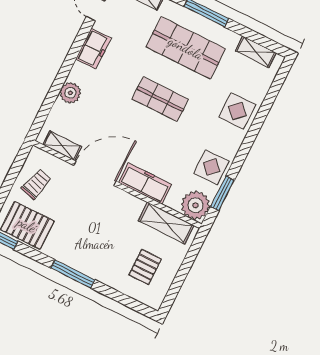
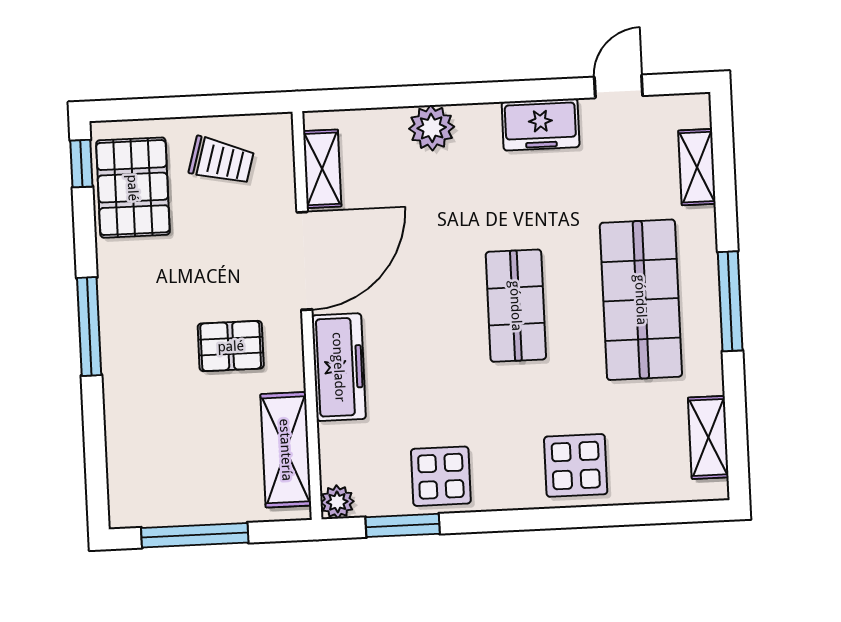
door: (95, 173) -> (304, 261), hinge flipped
plant: (195, 205) -> (337, 502), width x0.53, depth x0.53
pallet: (145, 267) -> (231, 346), moved
window: (180, 279) -> (195, 535), added

